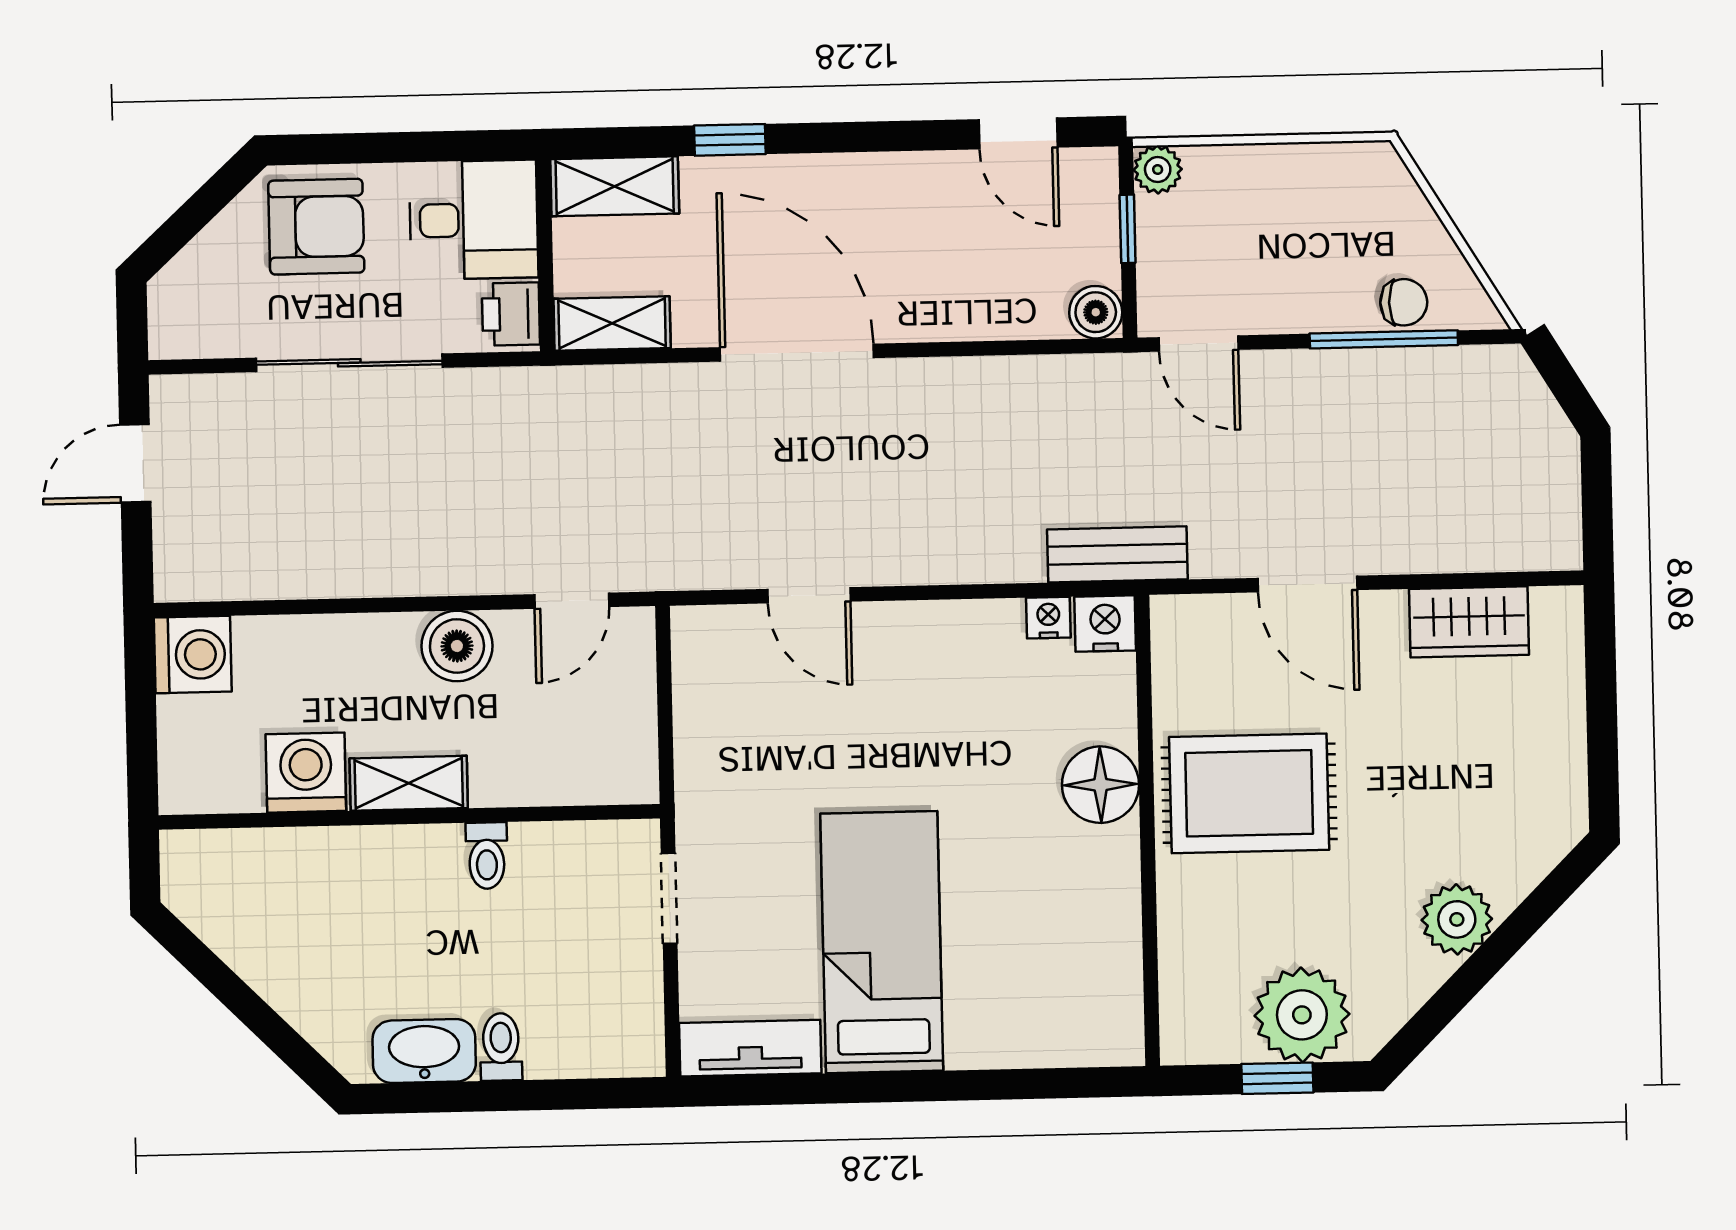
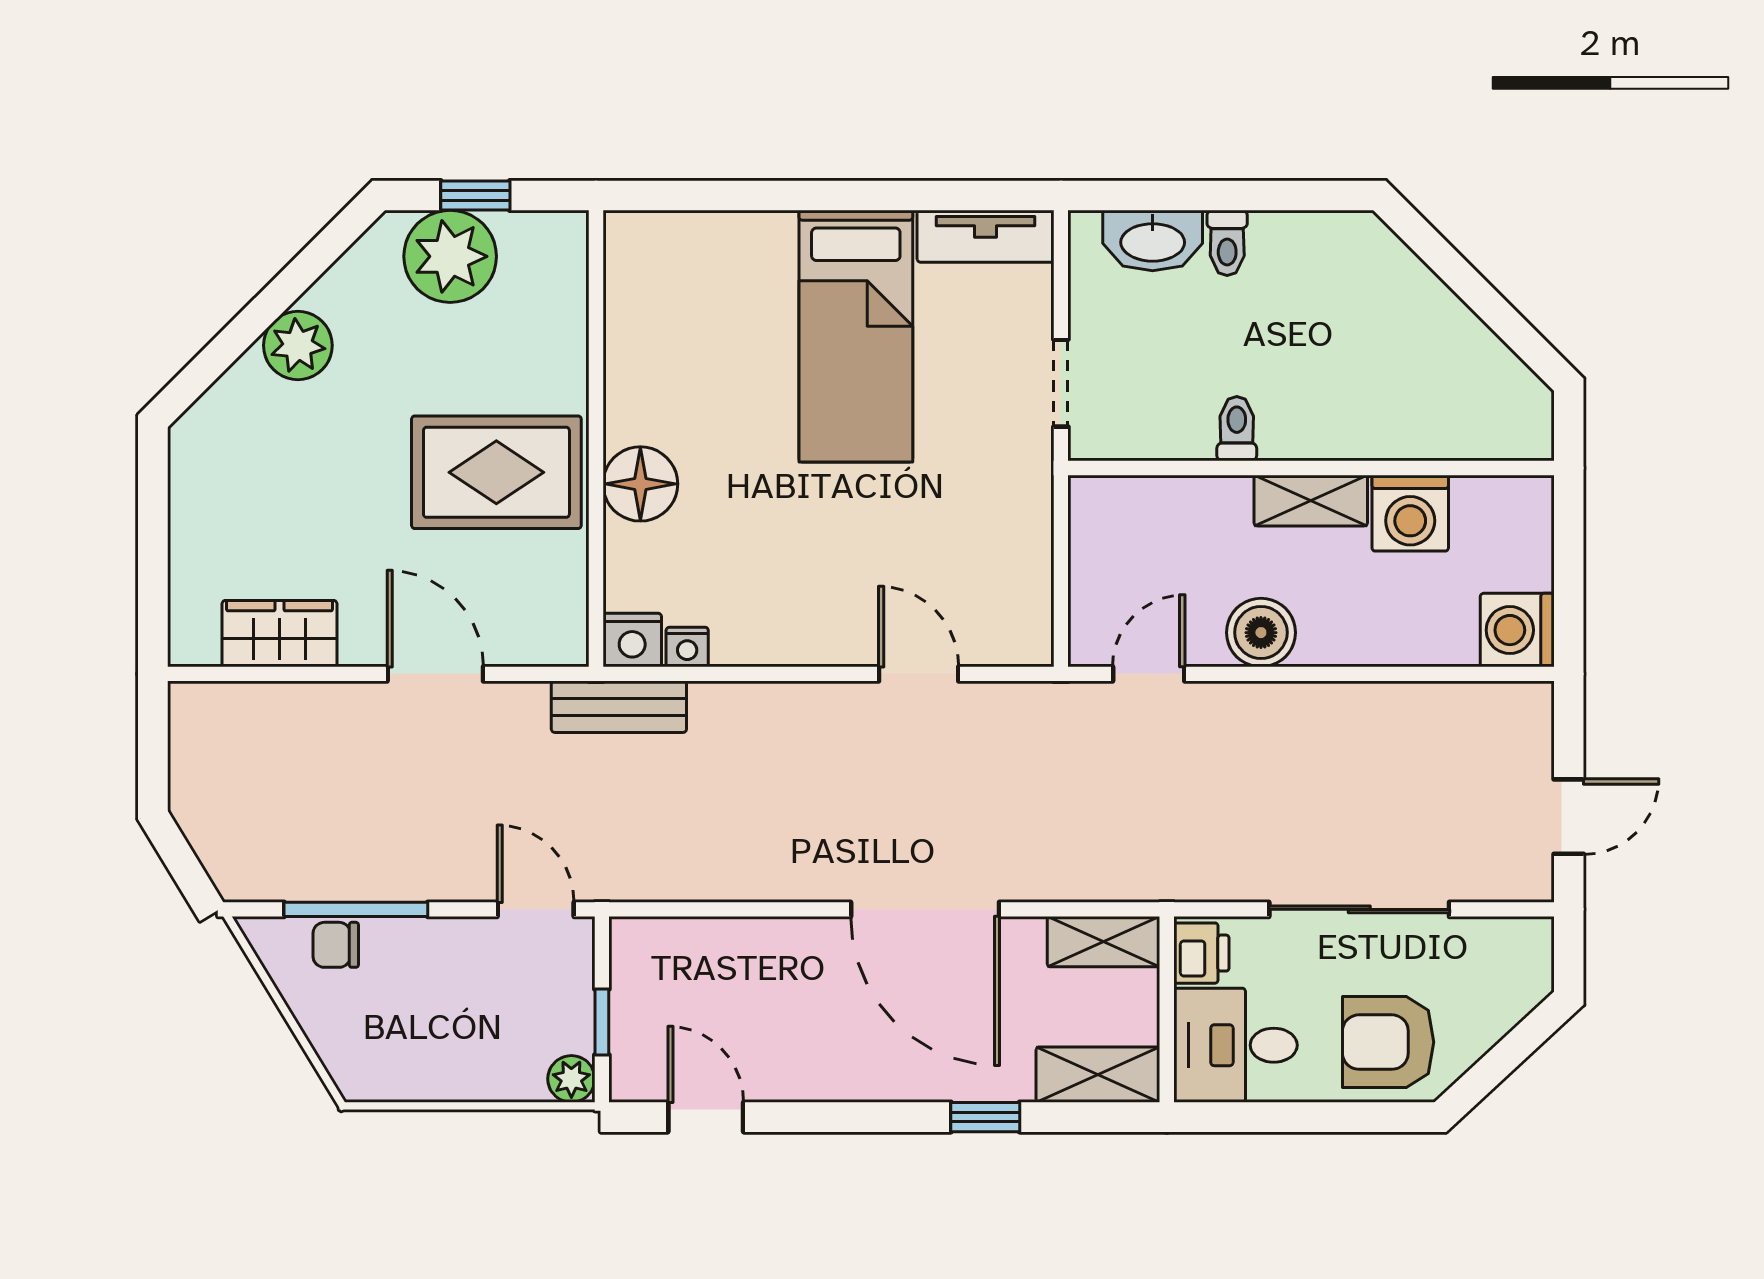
boiler: (1096, 312) -> (635, 942), removed
washbasin: (424, 1051) -> (1153, 241), moved

